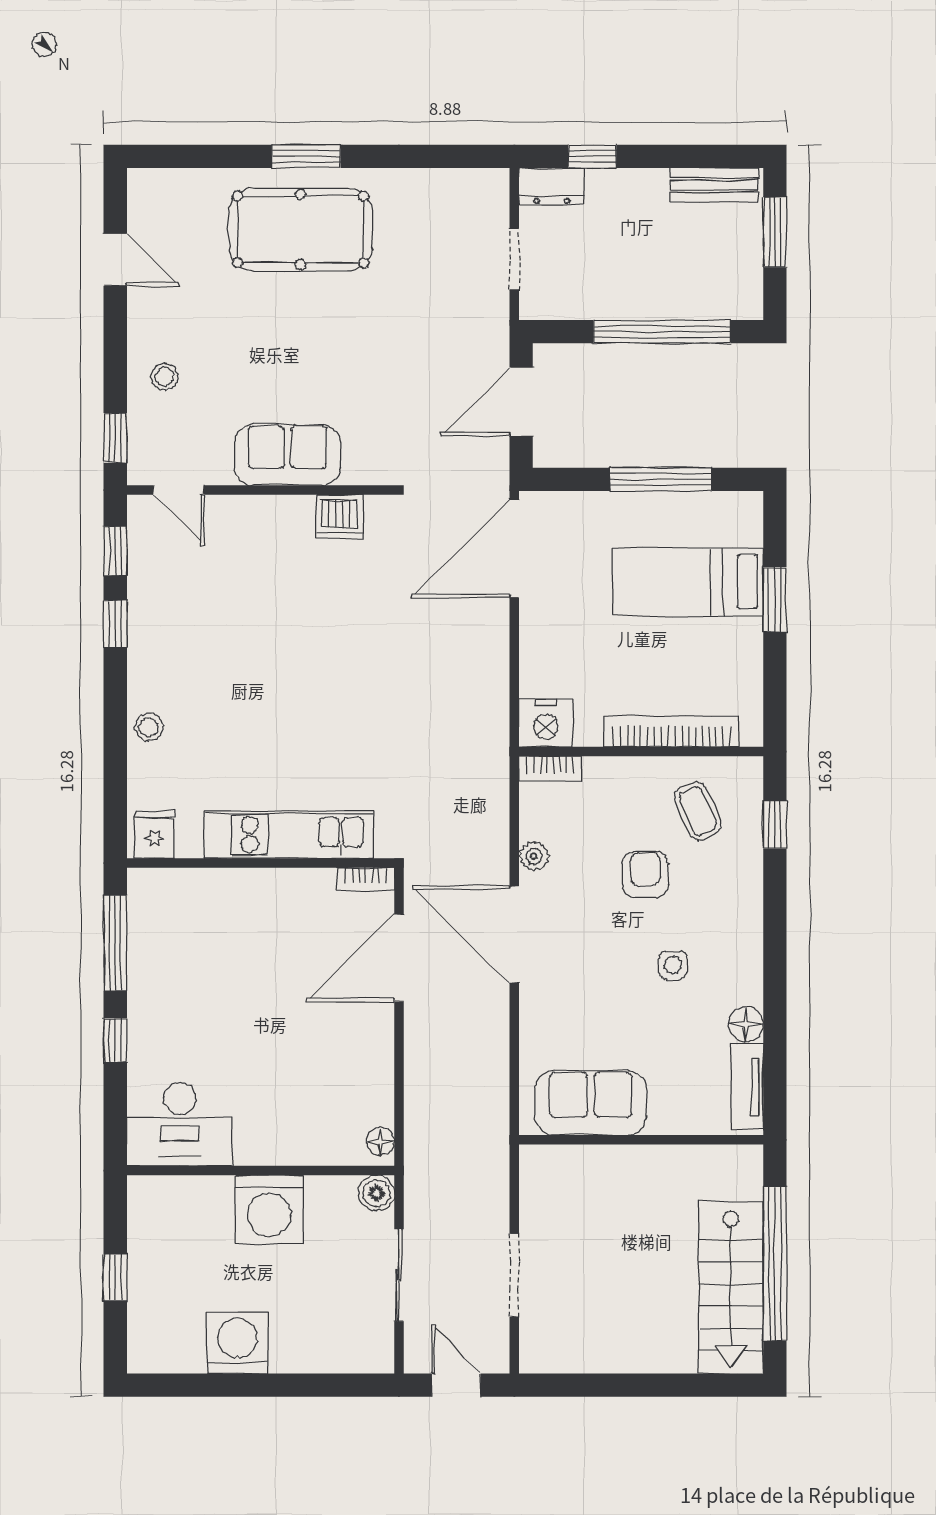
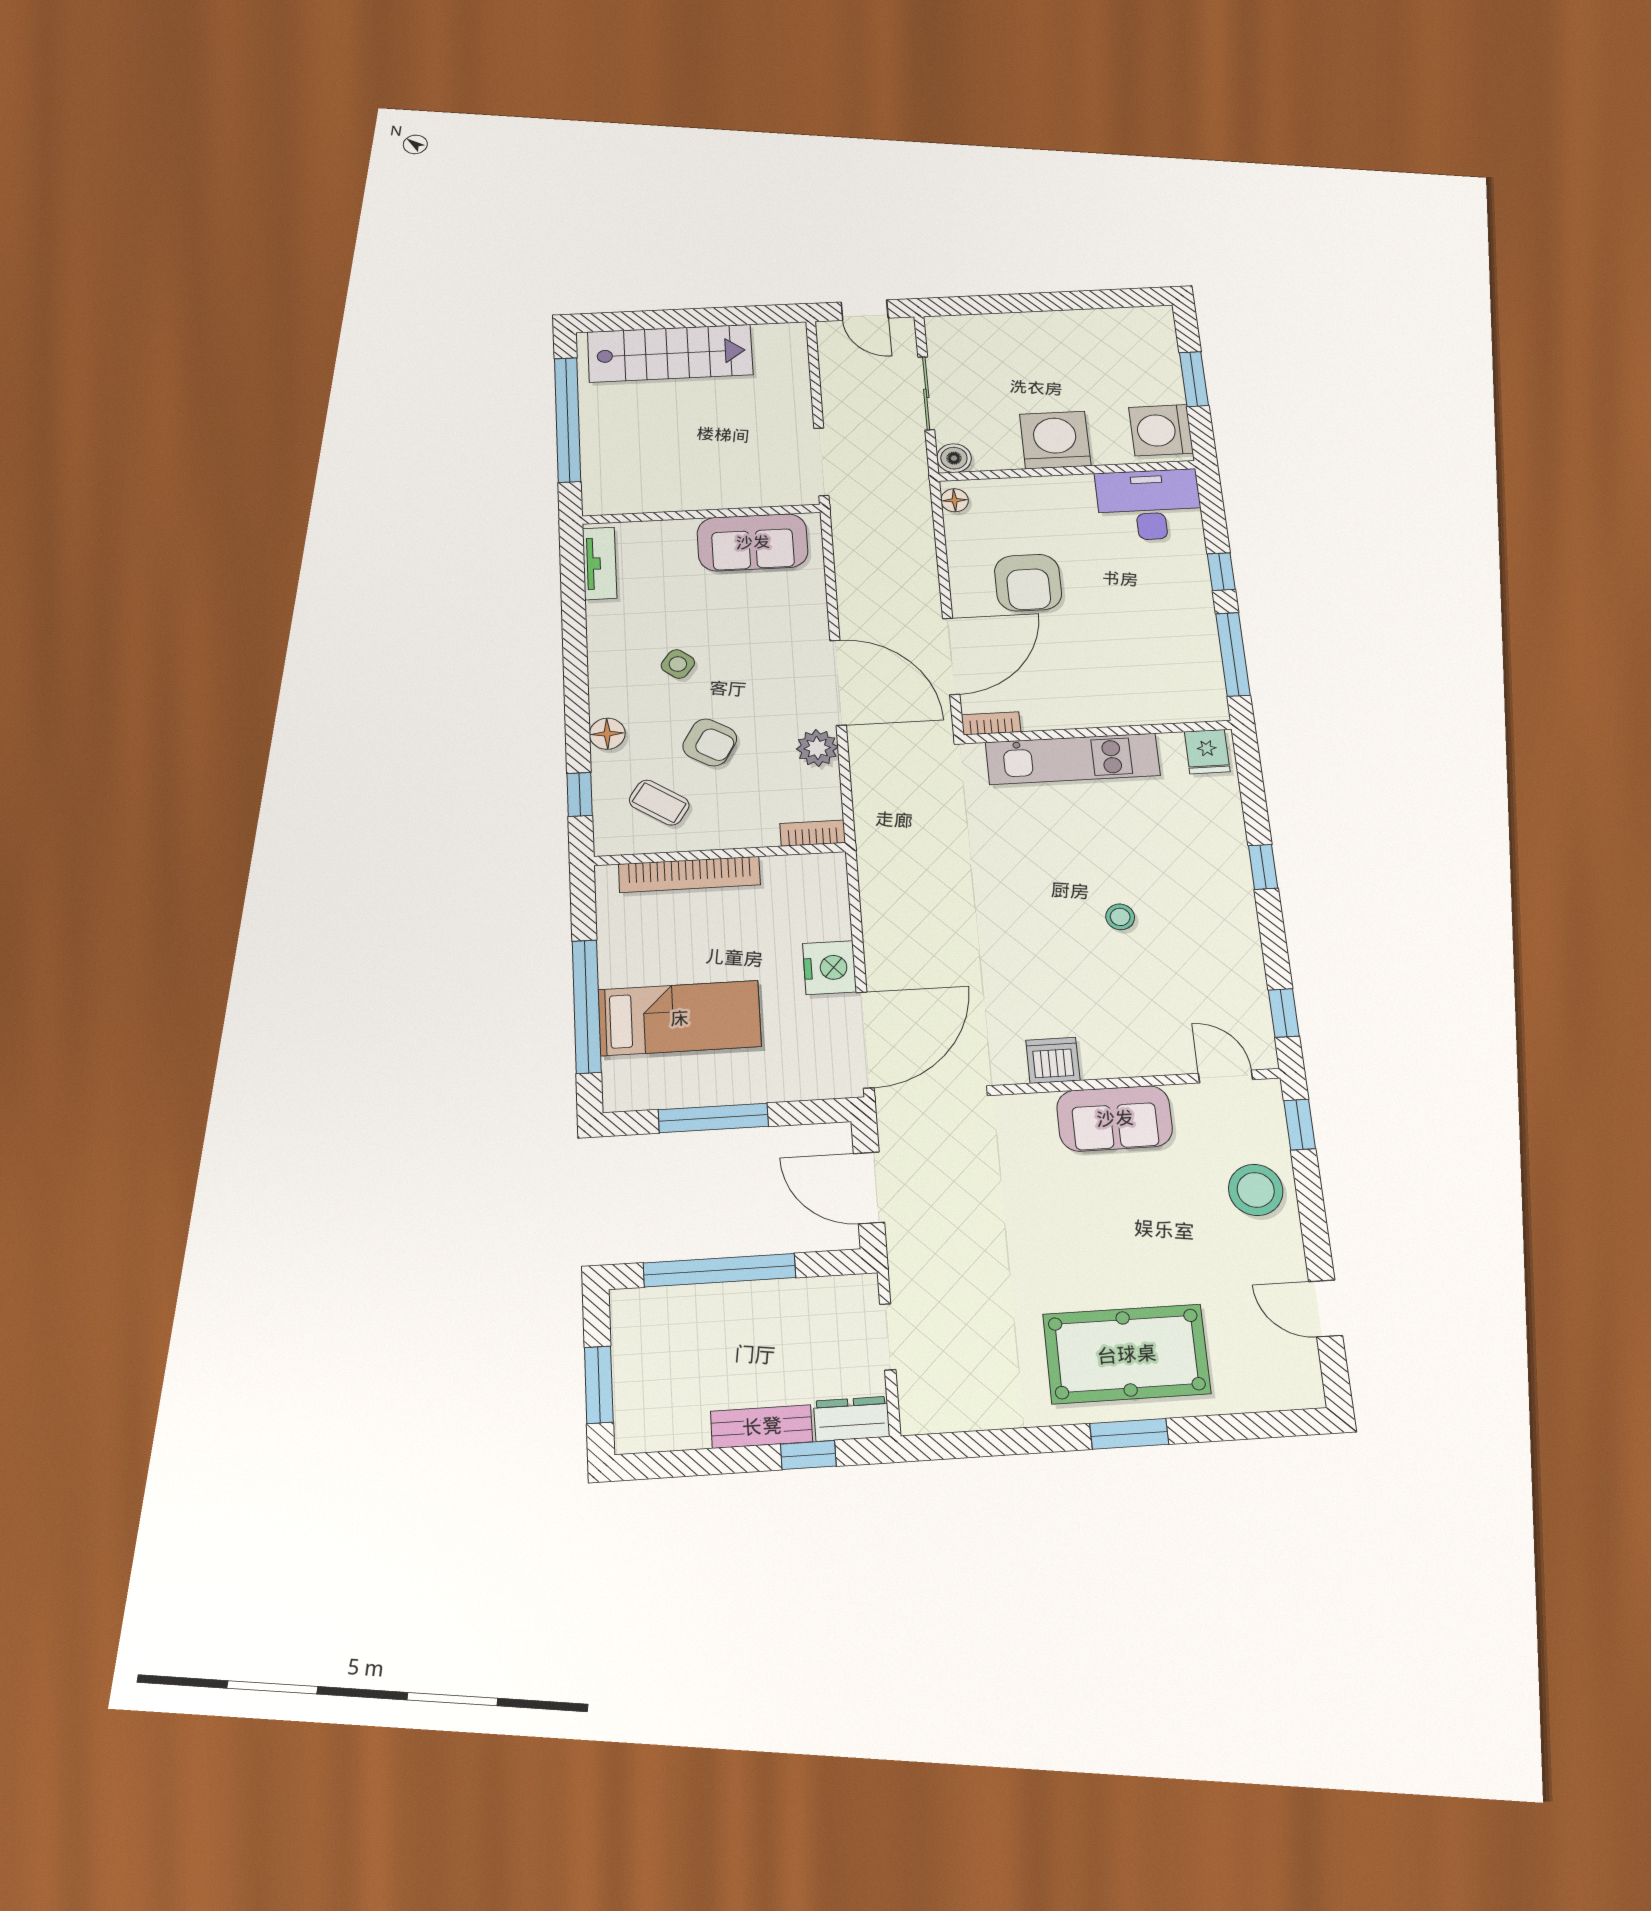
bench: (714, 185) -> (762, 1426), moved
stool: (164, 377) -> (1256, 1190), width x1.89, depth x1.89
door: (521, 402) -> (869, 1188), swing flipped
window: (775, 600) -> (587, 1006), width x2.11
window: (115, 624) -> (1263, 867), moved
nightstand: (546, 723) -> (830, 968), moved, turned 90
stool: (149, 727) -> (1120, 917), moved
coffee table: (698, 811) -> (659, 803), turned -34
plant: (534, 856) -> (817, 748), width x1.38, depth x1.38
armchair: (645, 875) -> (710, 742), turned -60
side table: (673, 965) -> (678, 664), turned 37
floor lamp: (746, 1024) -> (607, 734), moved
armchair: (314, 1039) -> (1028, 583), added
doorway: (514, 1275) -> (821, 462), moved
window: (115, 1277) -> (1194, 379), width x1.50
stairs: (731, 1288) -> (670, 353), moved, turned 90
washing machine: (237, 1343) -> (1161, 430), moved, turned 90

